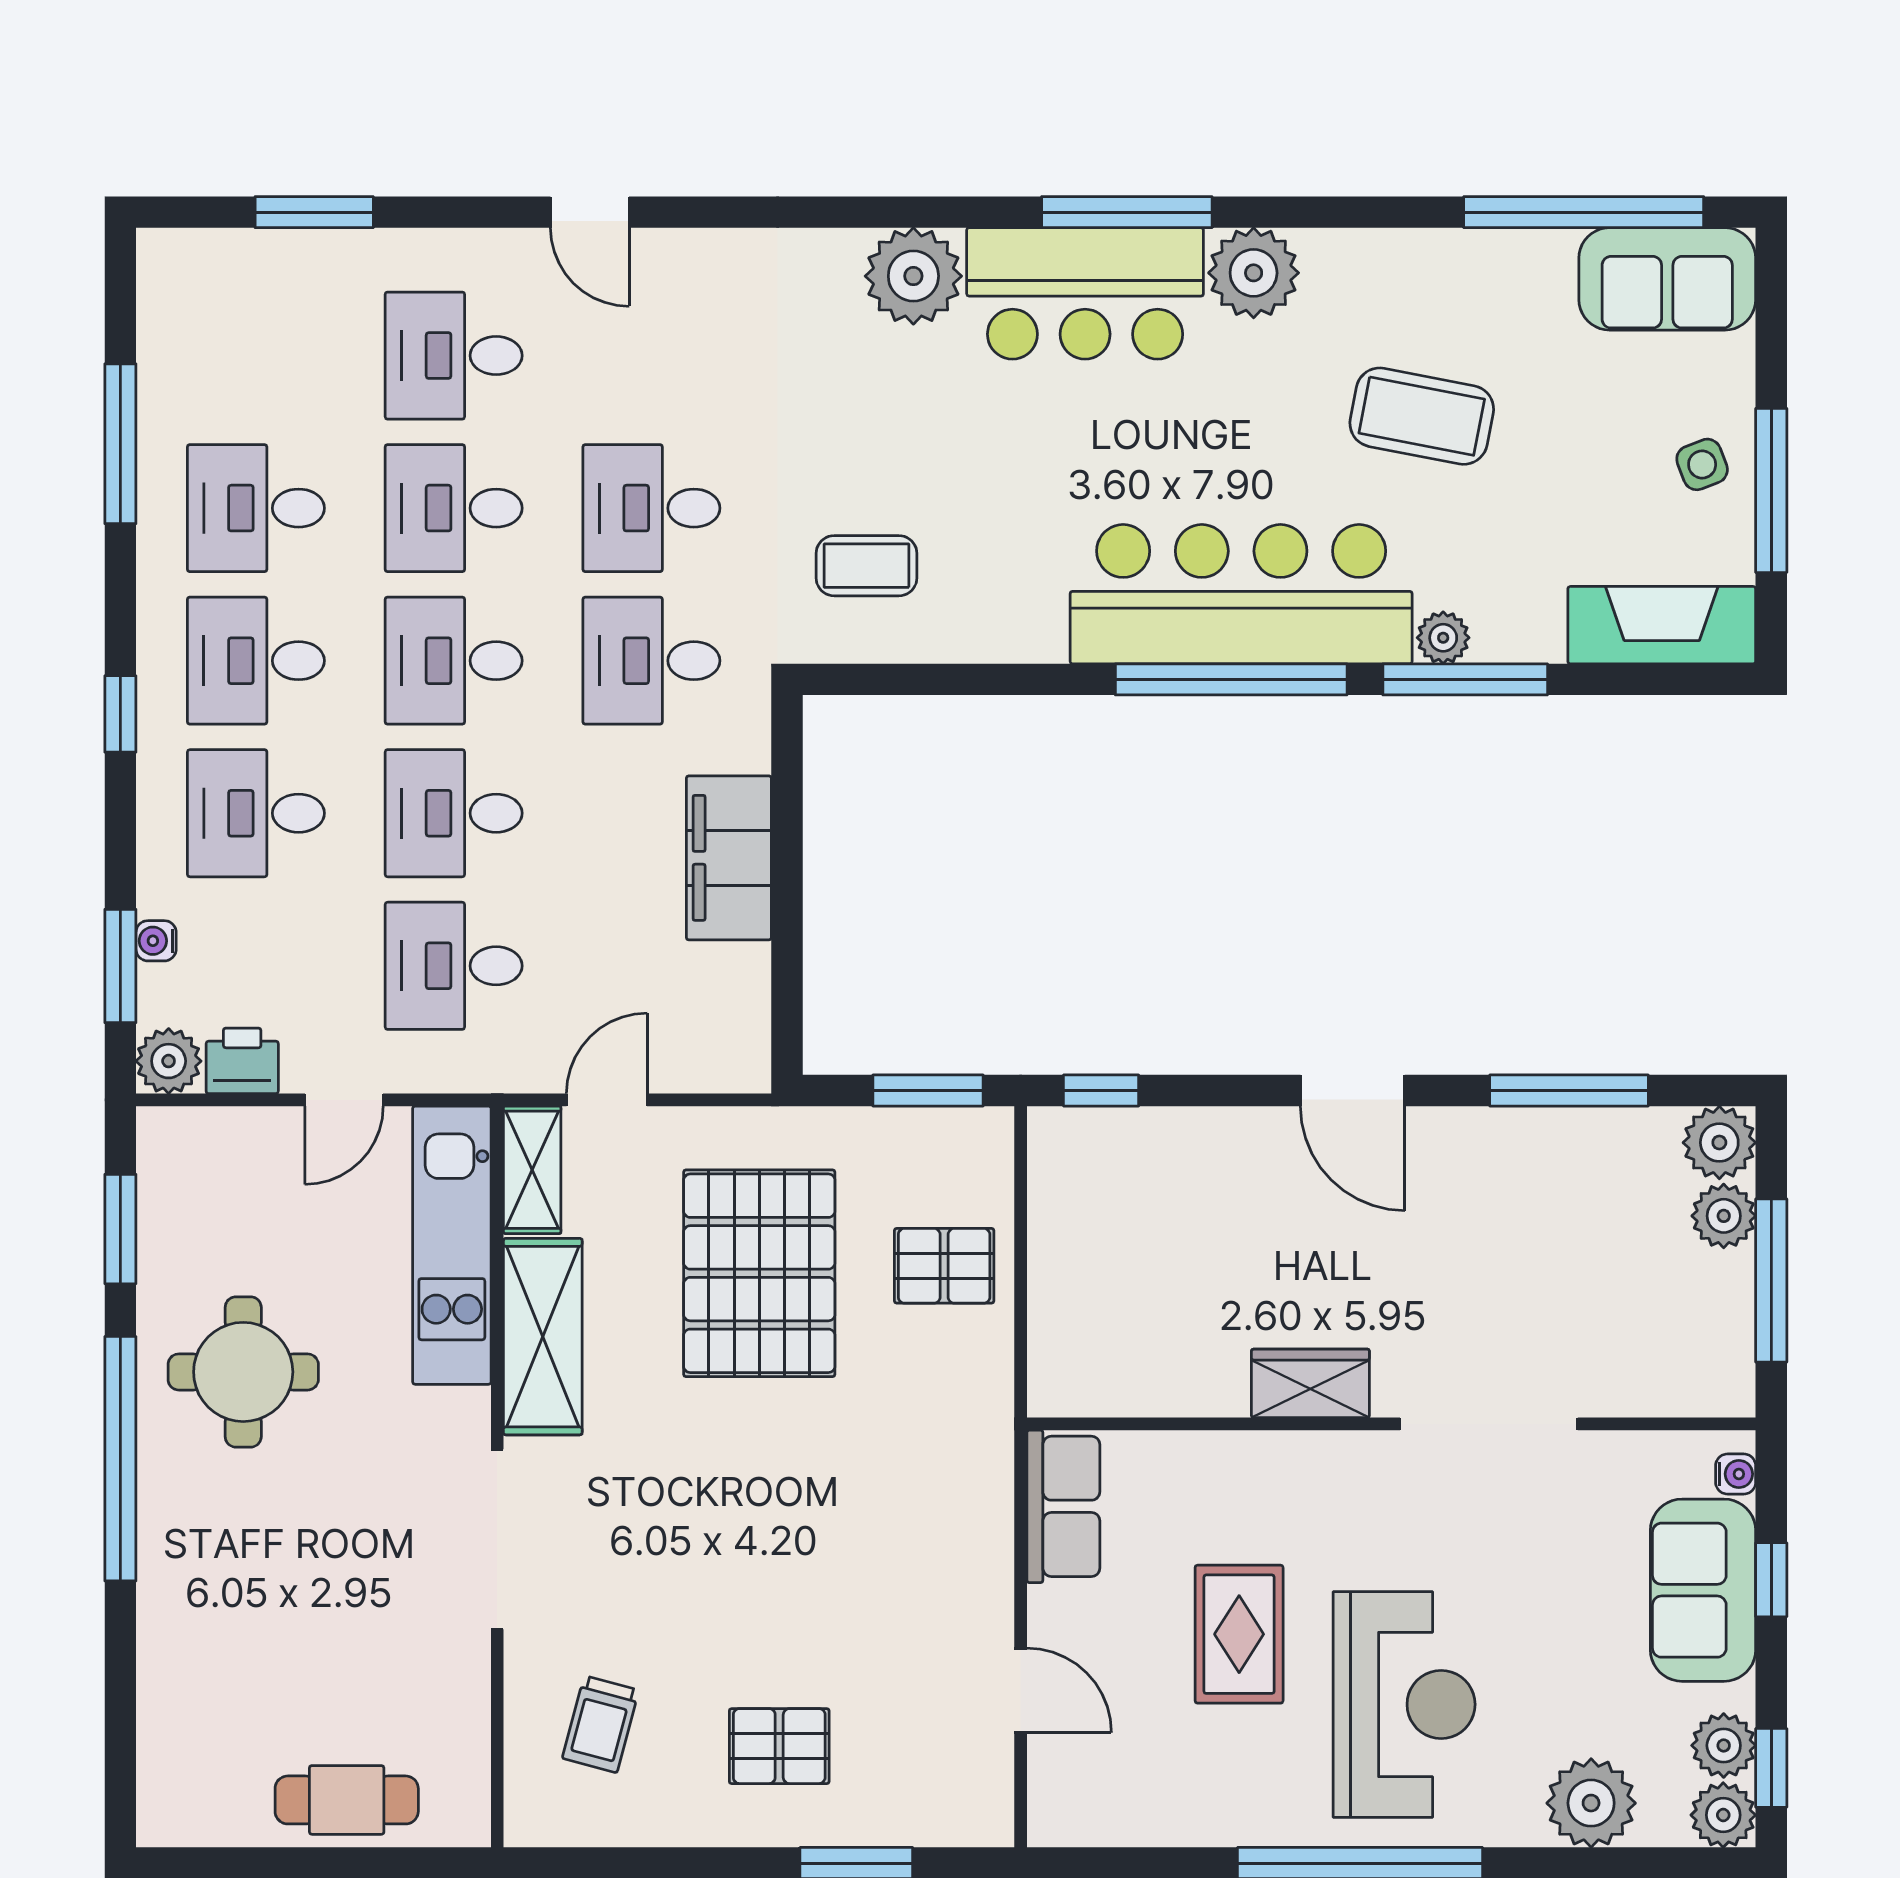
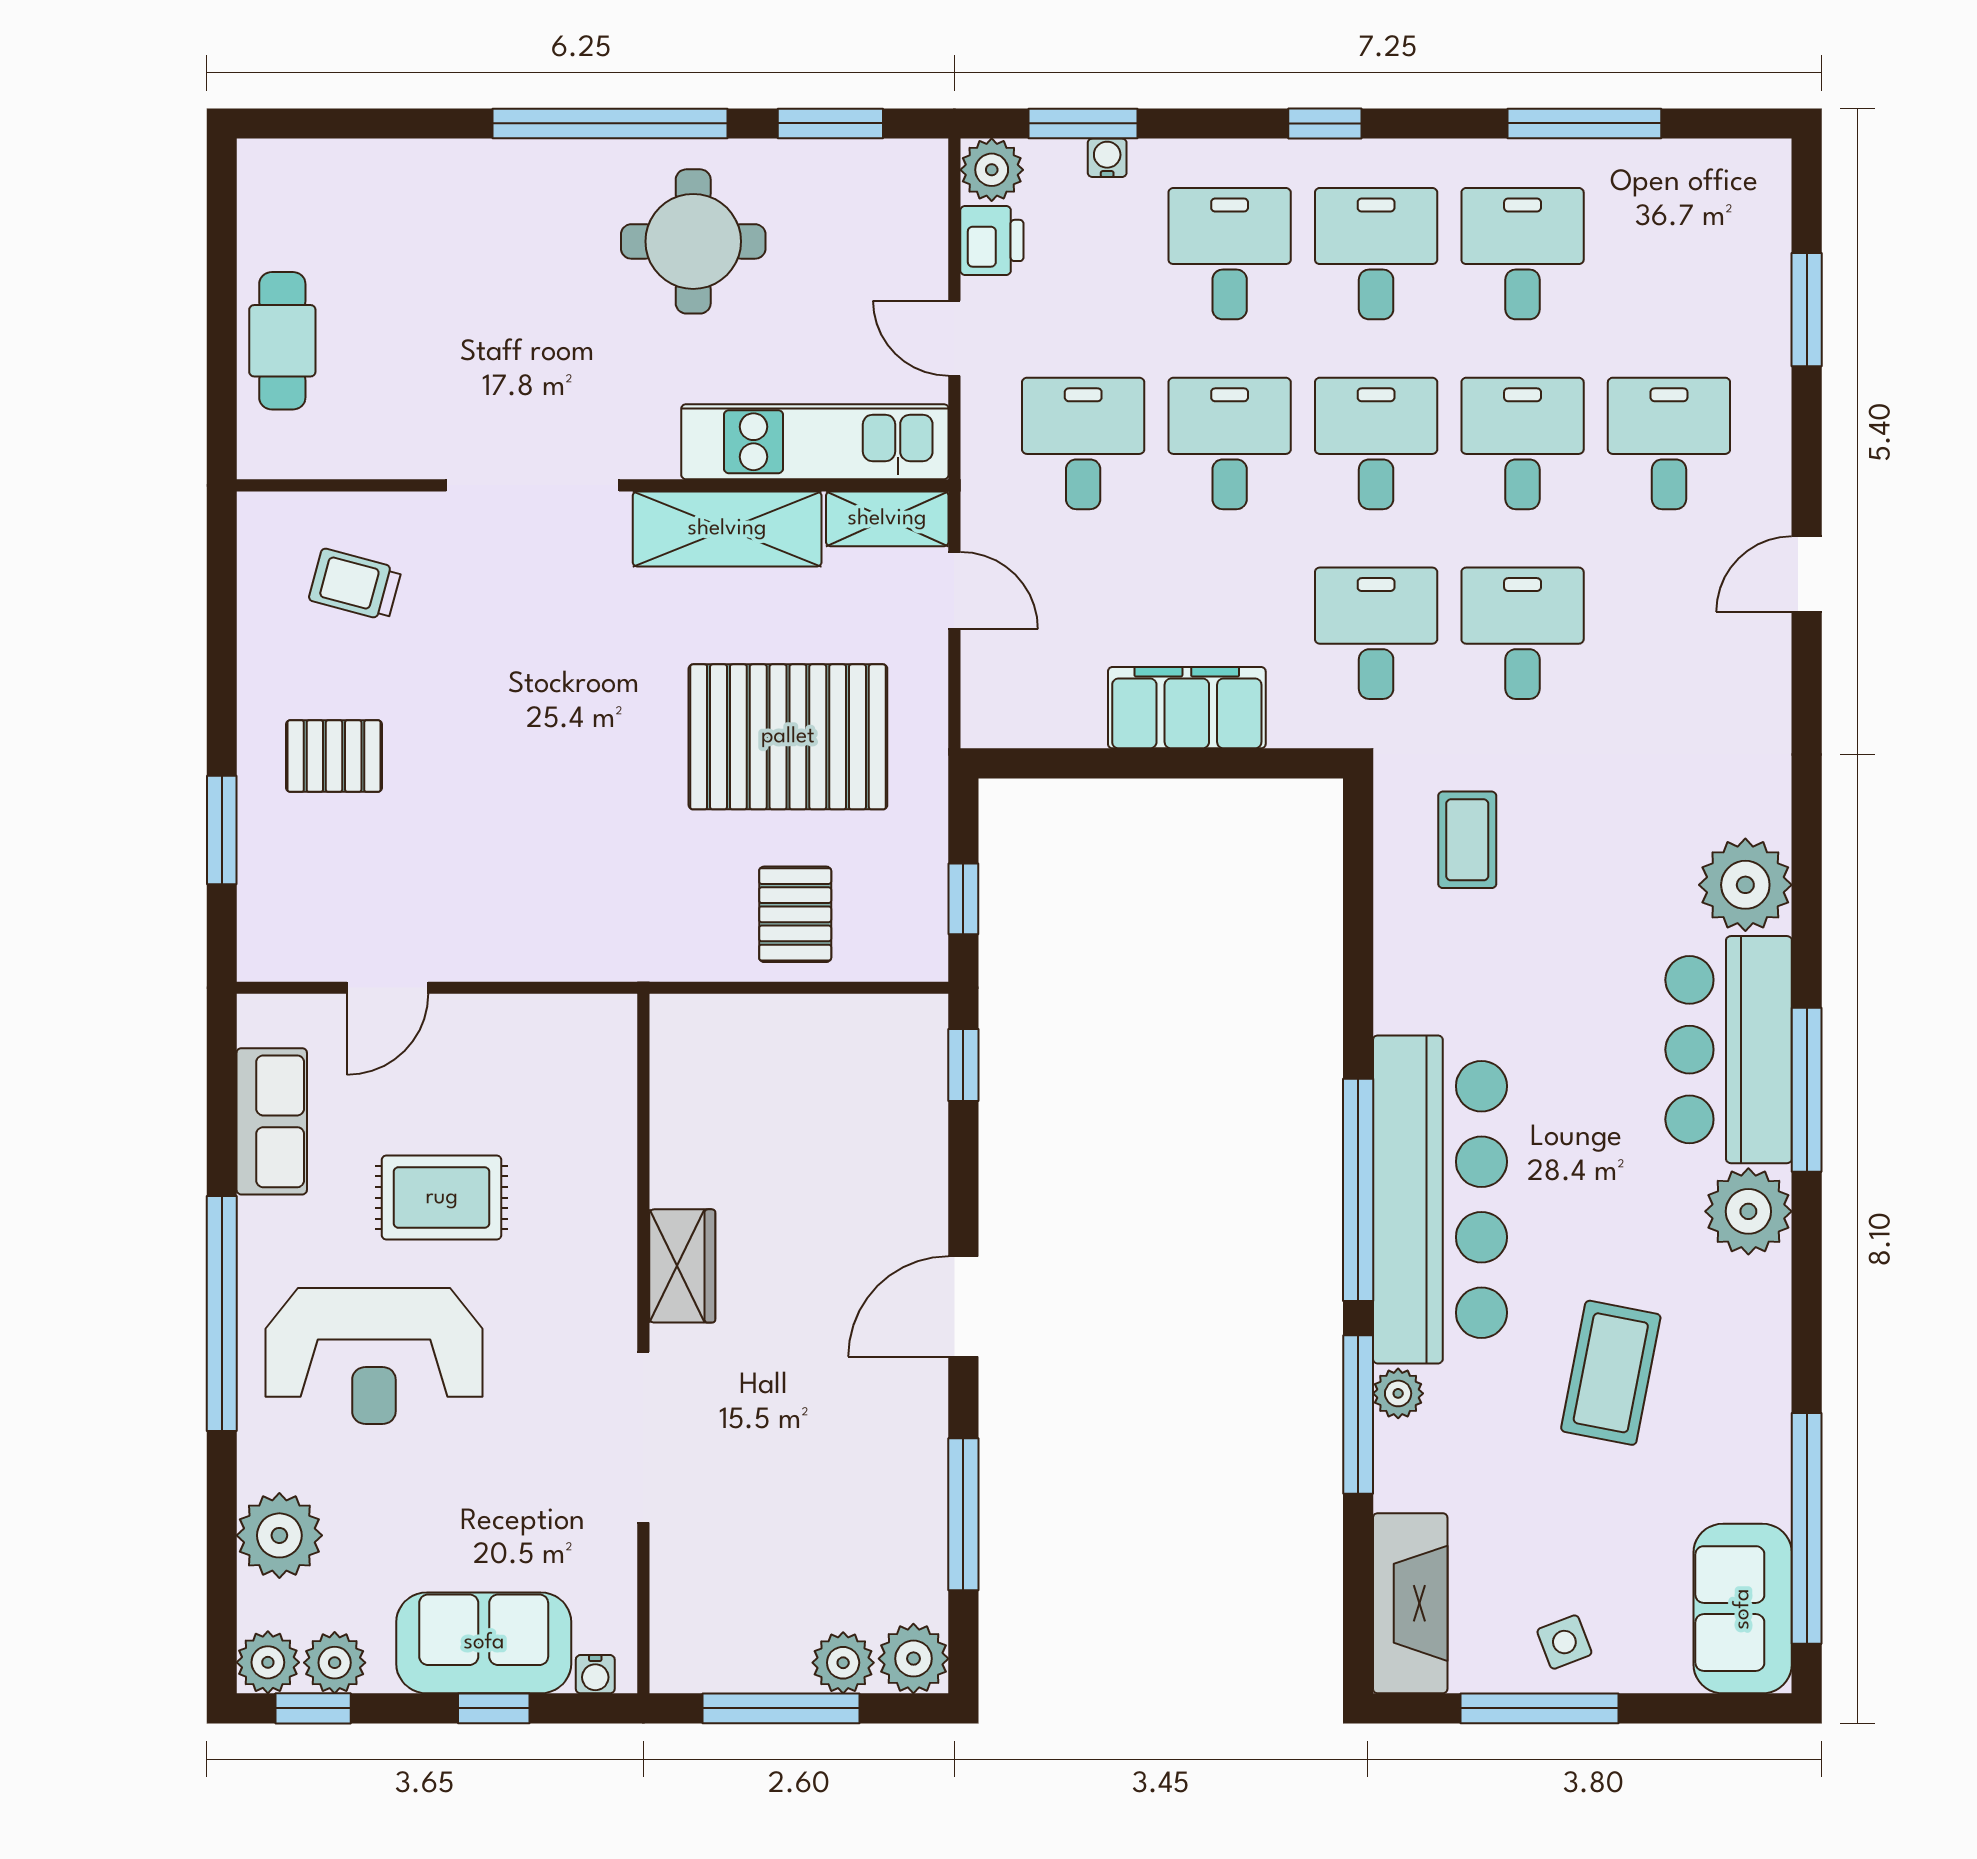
window: (928, 1091) -> (963, 899), width x0.67
row of seats: (1063, 1506) -> (272, 1121), moved, turned -90
pallet: (779, 1746) -> (334, 756), turned 90

